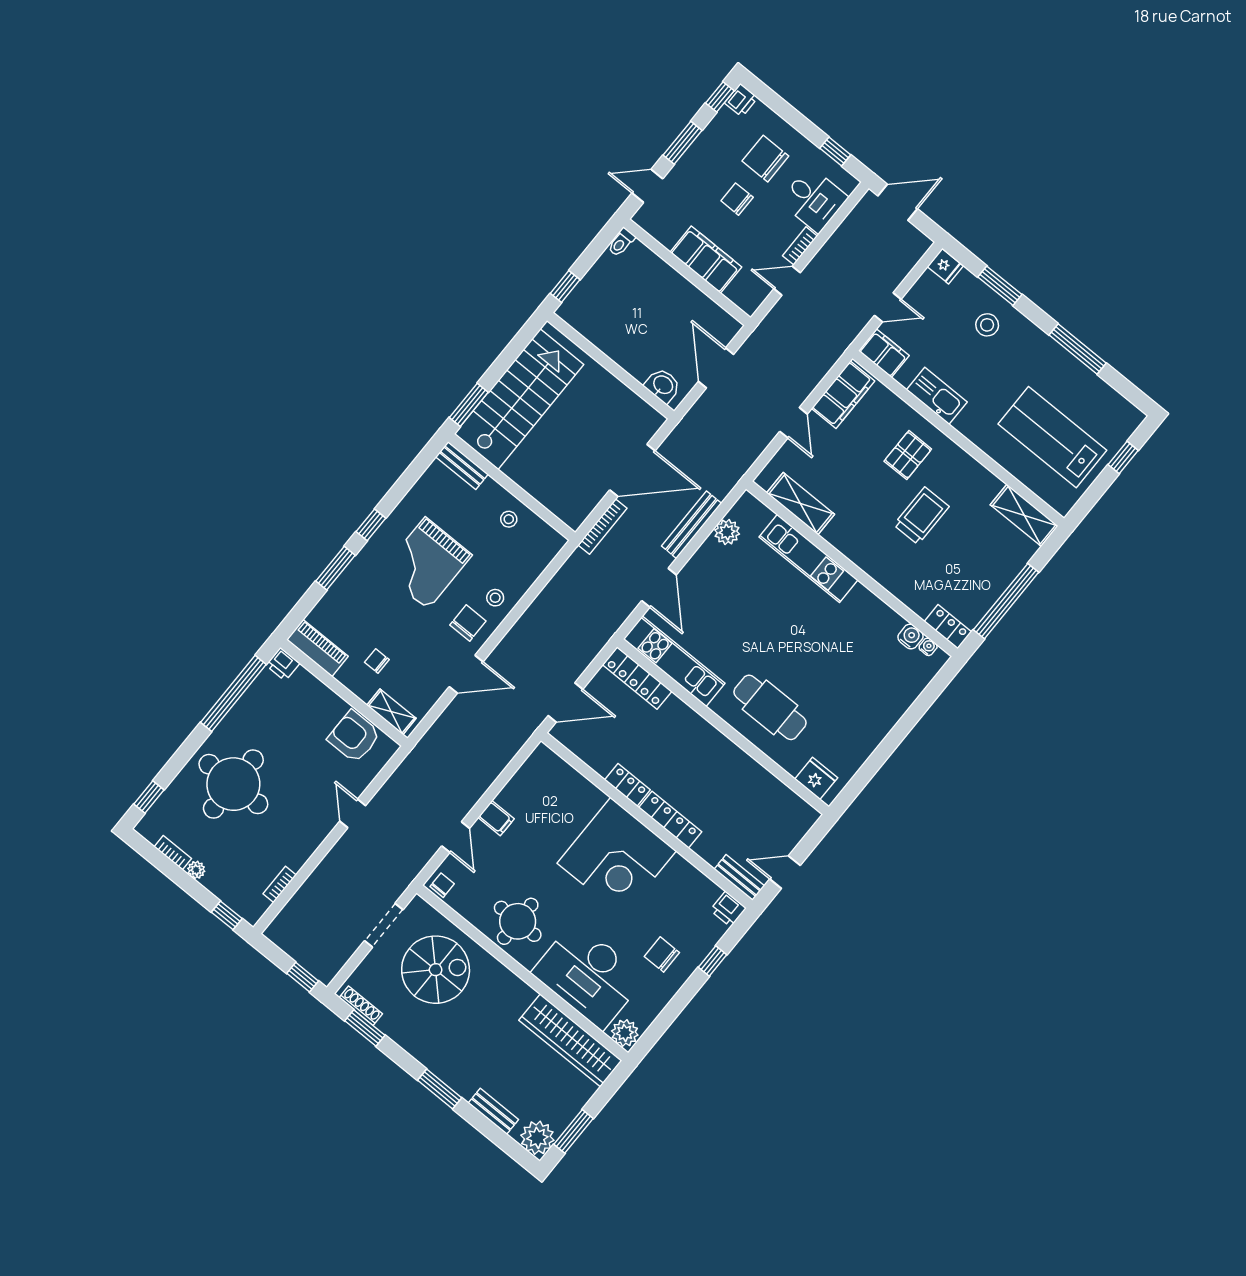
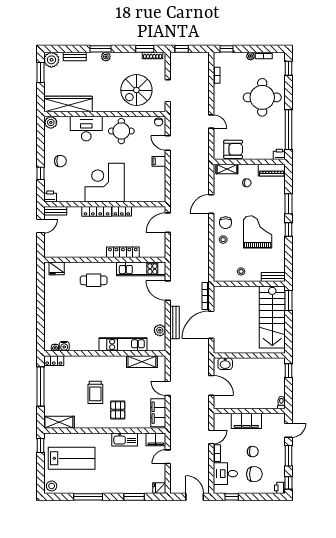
door: (898, 202) -> (195, 497), swing flipped
stool: (987, 325) -> (52, 486), moved
window: (1123, 458) -> (40, 445), moved
locker: (637, 678) -> (123, 252), moved
cafe table: (770, 707) -> (94, 280), width x0.73, depth x0.74
desk: (588, 975) -> (86, 129), width x0.73, depth x0.77
plant: (441, 1068) -> (106, 57), added

